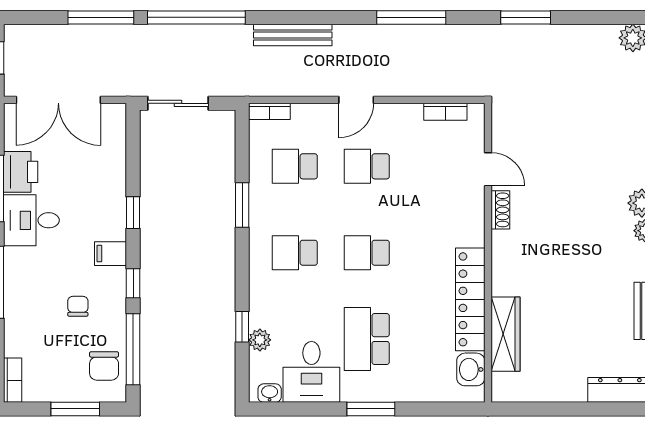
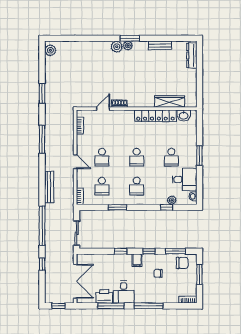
window: (101, 17) -> (42, 264), width x0.46
school desk: (367, 339) -> (171, 157), width x0.54
window: (133, 349) -> (175, 251), width x0.69

